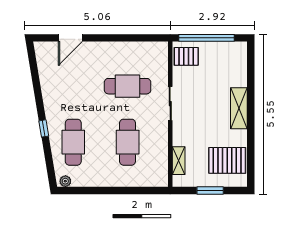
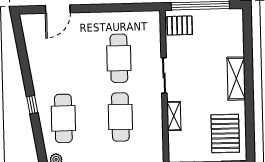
cafe table: (128, 86) -> (119, 58), turned 90
pallet: (227, 160) -> (225, 133), turned 90
shelving: (179, 161) -> (174, 116), moved

